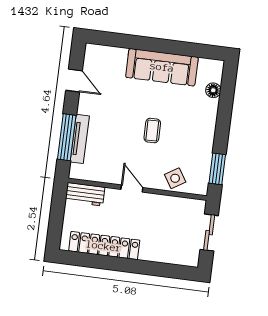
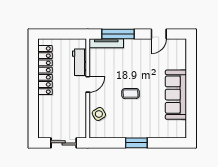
floor lamp: (213, 90) -> (164, 133), removed
tv unit: (80, 139) -> (106, 43), moved
window: (217, 169) -> (136, 143), moved
workbench: (85, 194) -> (79, 62), moved

